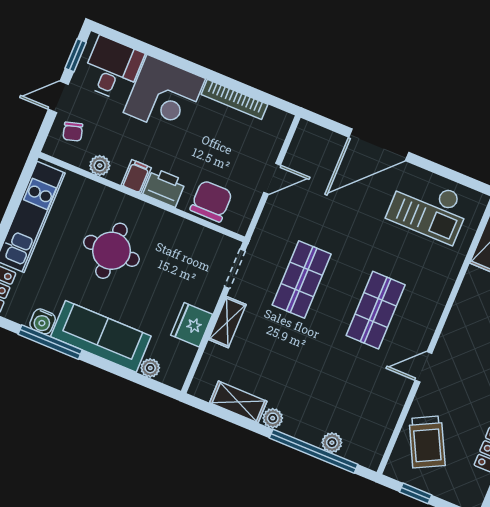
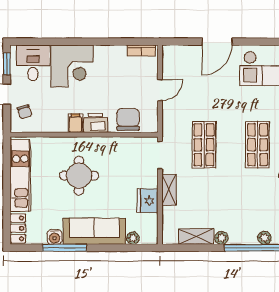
bookcase: (234, 99) -> (141, 51), moved, width x0.64
door: (379, 145) -> (217, 42), width x0.73
plant: (100, 166) -> (50, 126), removed

